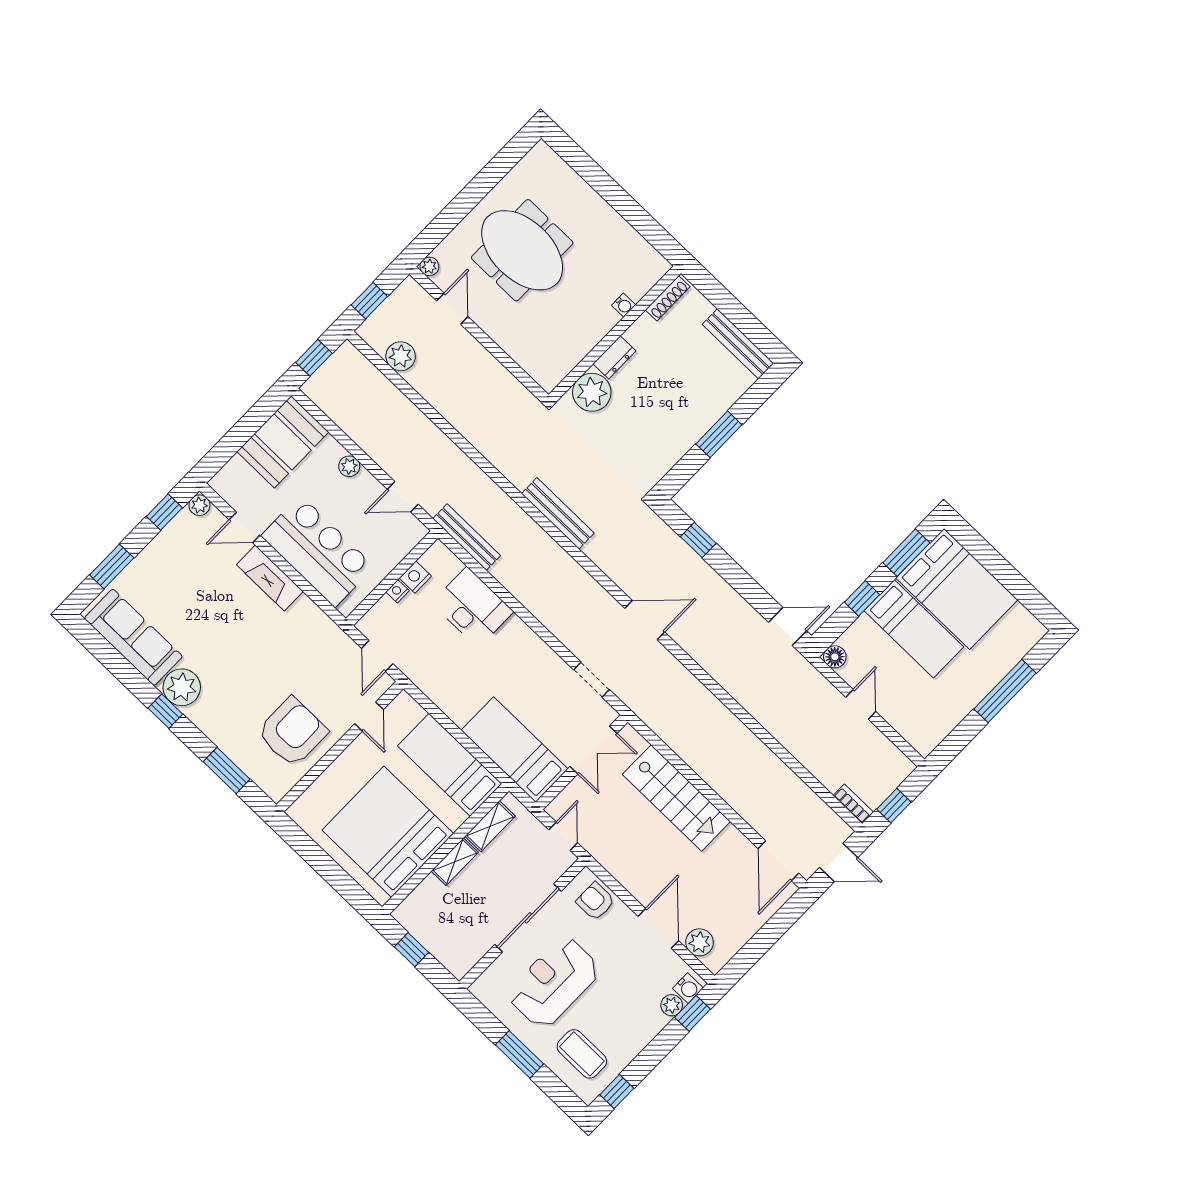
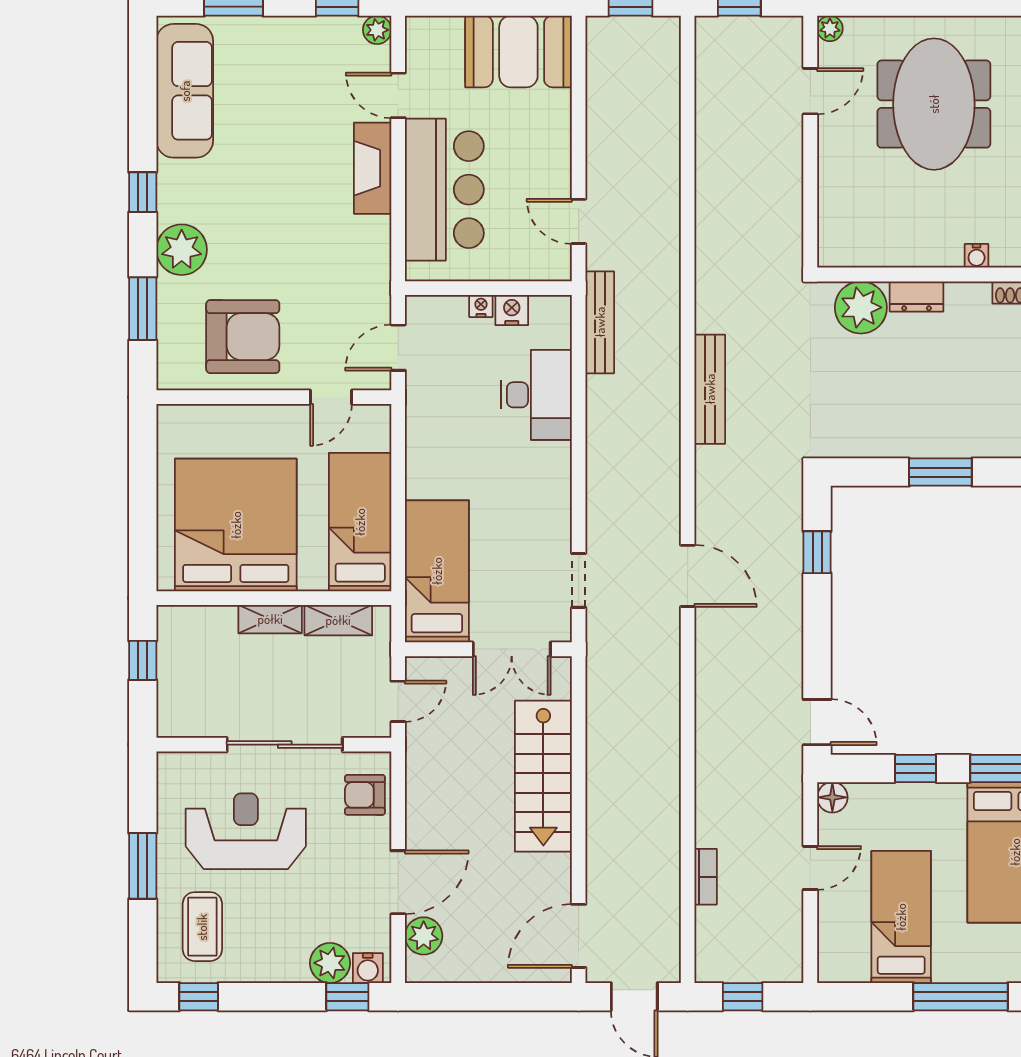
plant: (401, 356) -> (714, 86), removed
plant: (349, 466) -> (558, 140), removed
bed: (914, 629) -> (901, 917), moved, turned 180
plant: (182, 687) -> (182, 250), moved
bookcase: (853, 804) -> (706, 877), moved
armchair: (595, 901) -> (365, 795), turned -90
plant: (672, 1005) -> (330, 963), width x1.38, depth x1.38

